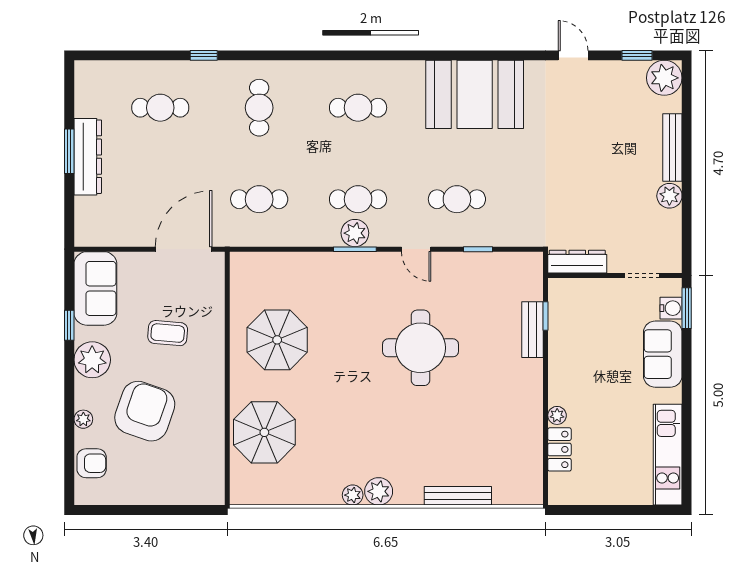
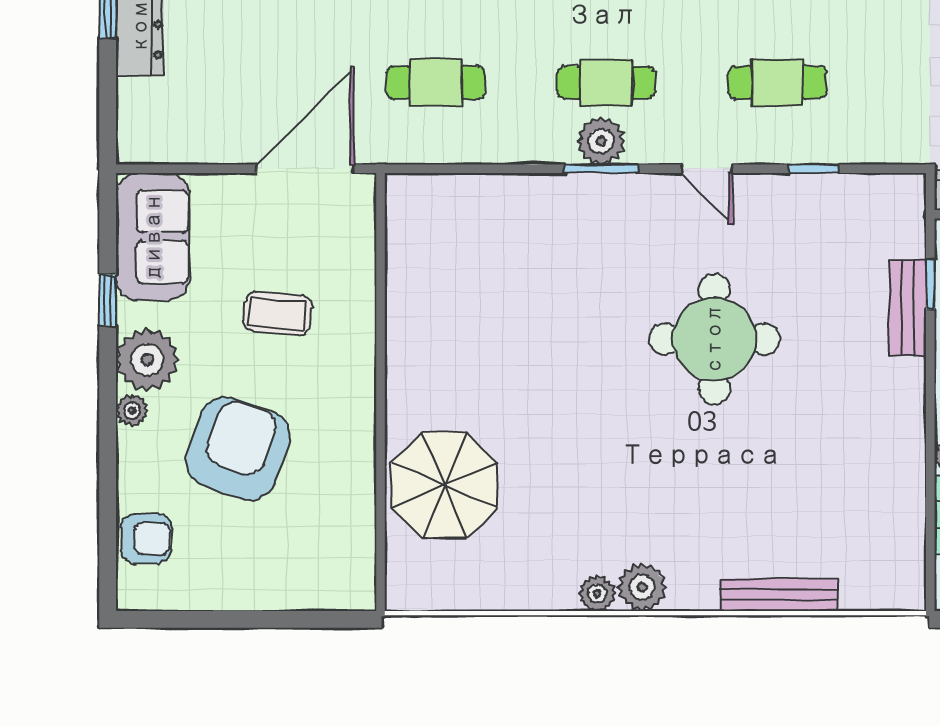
parasol: (277, 340) -> (467, 325), removed
plant: (83, 419) -> (132, 410), moved

